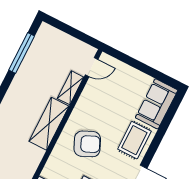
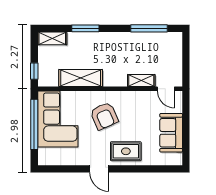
sofa: (157, 104) -> (171, 133), moved, turned -90
shelving: (49, 124) -> (81, 78), moved

